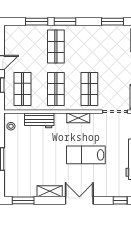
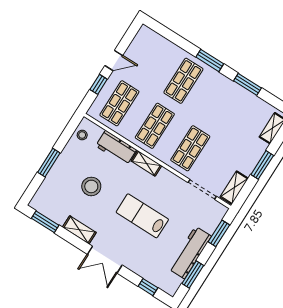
window: (37, 22) -> (180, 41), removed
window: (112, 22) -> (247, 84), moved
shelving: (78, 118) -> (146, 163), moved
stool: (39, 157) -> (91, 186), added
double door: (79, 200) -> (105, 260), swing flipped

